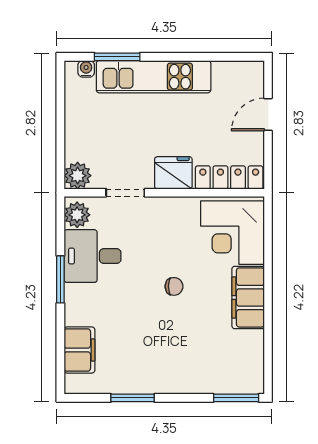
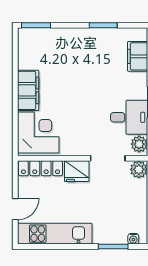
kitchen unit: (154, 77) -> (55, 234), moved
doorway: (125, 193) -> (108, 158), width x1.38
chair: (174, 286) -> (76, 98), removed

